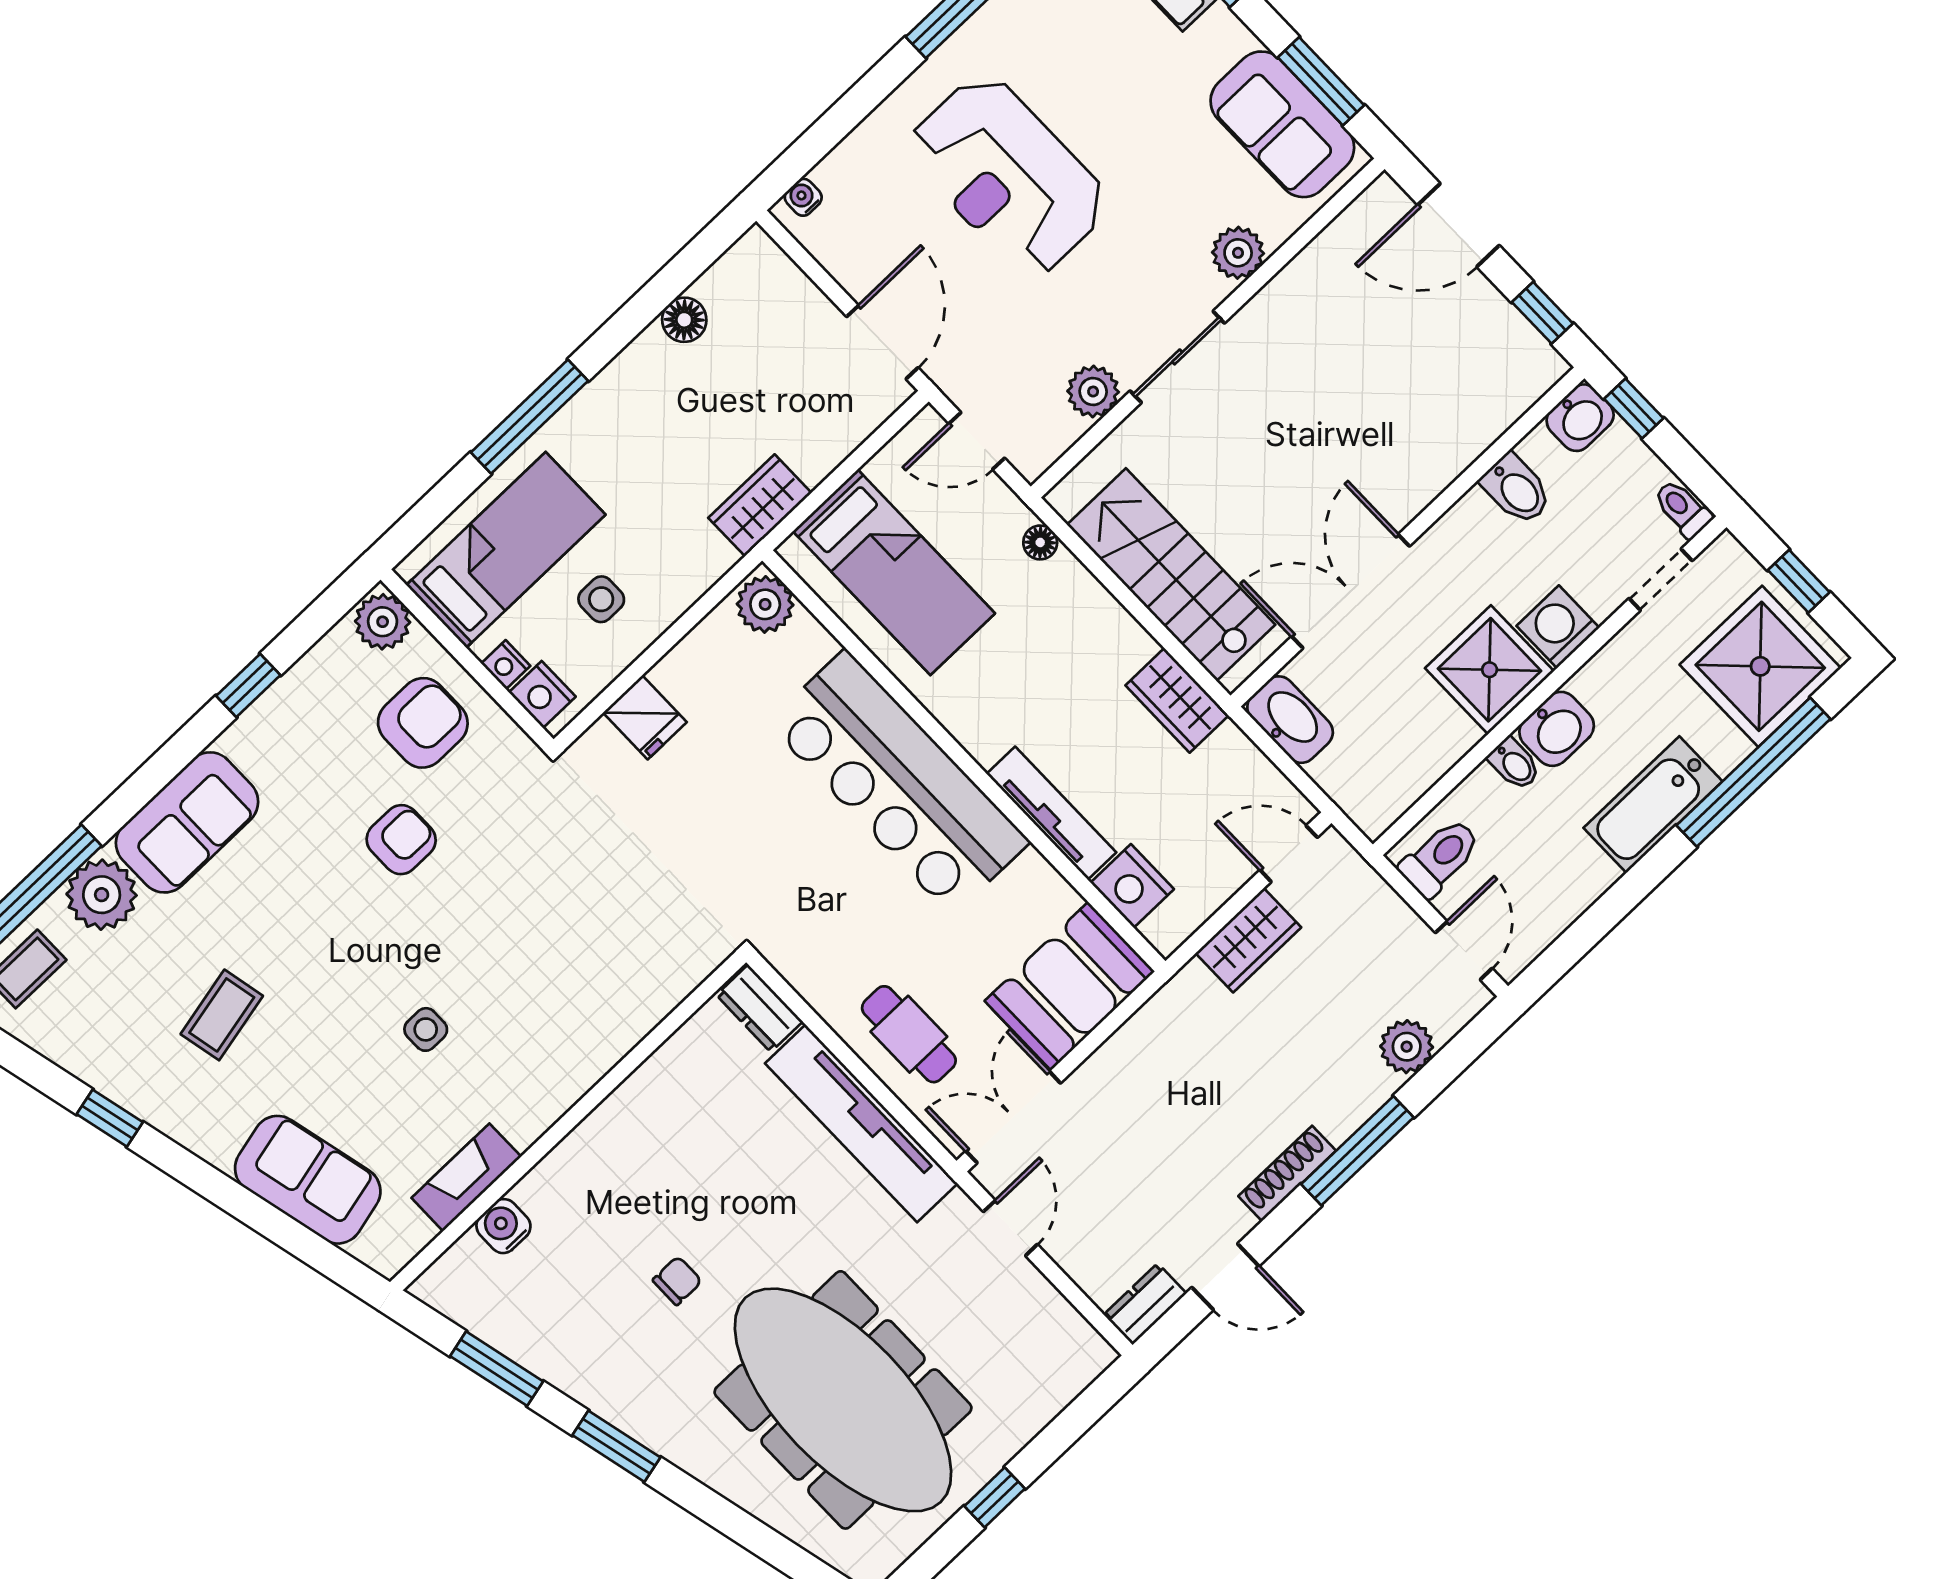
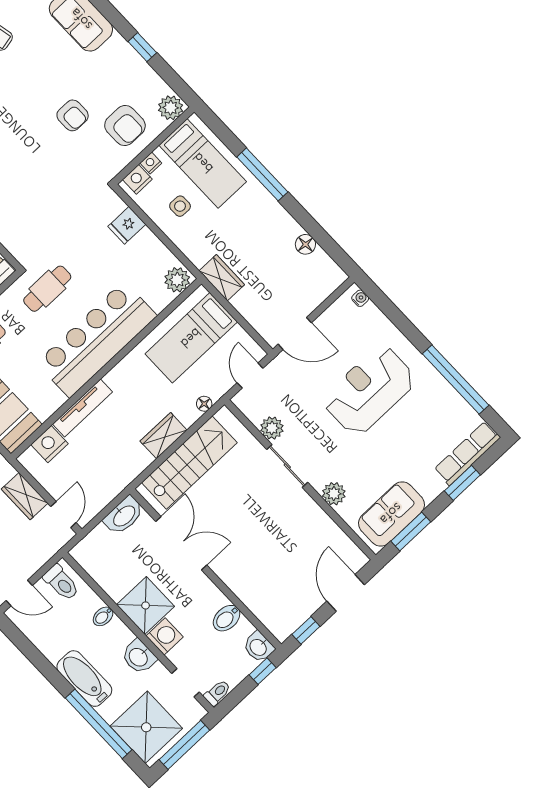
window: (1799, 581) -> (184, 745), width x2.17
wardrobe: (1177, 700) -> (164, 436), moved
washbasin: (1557, 729) -> (139, 657), moved
cafe table: (787, 893) -> (47, 289), added

